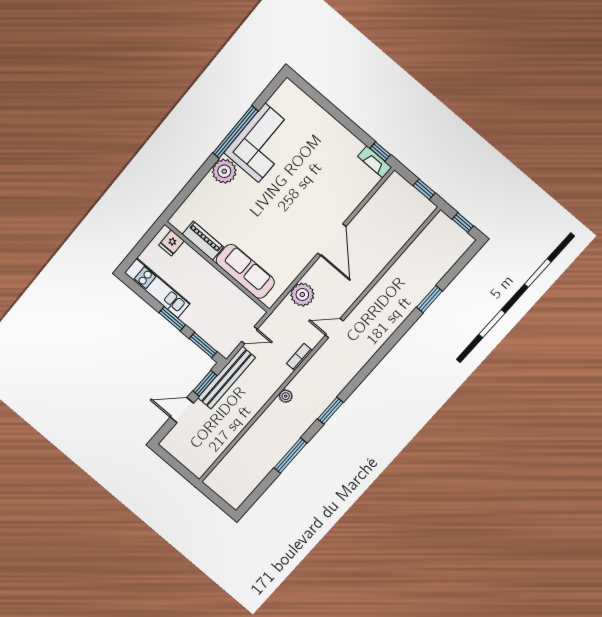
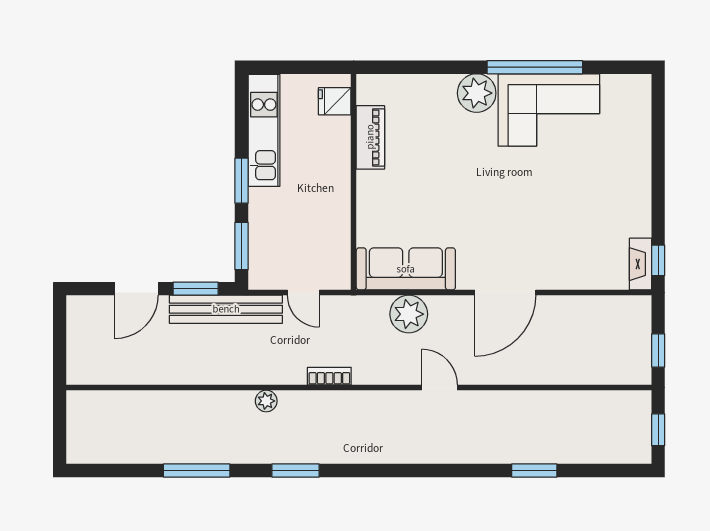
sofa: (245, 271) -> (406, 269), moved, turned -90
door: (334, 328) -> (439, 387), moved
door: (182, 410) -> (137, 289), swing flipped

